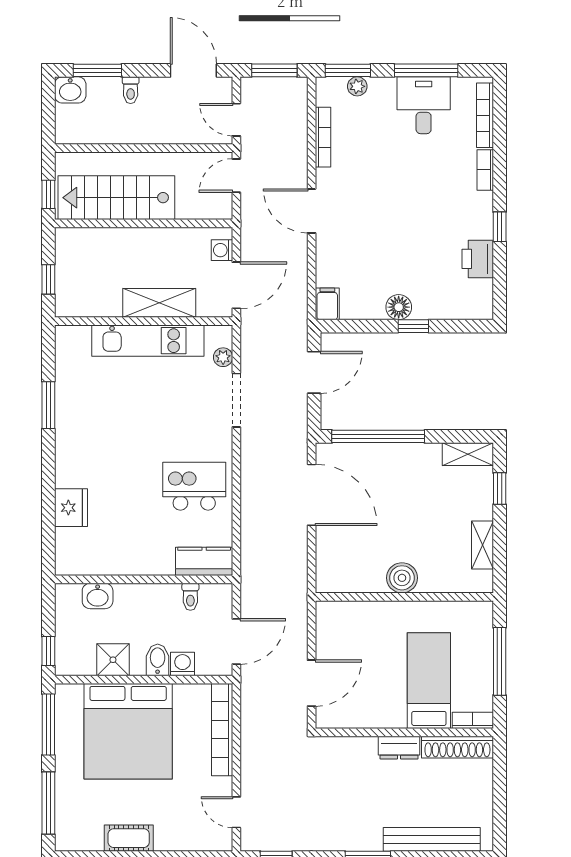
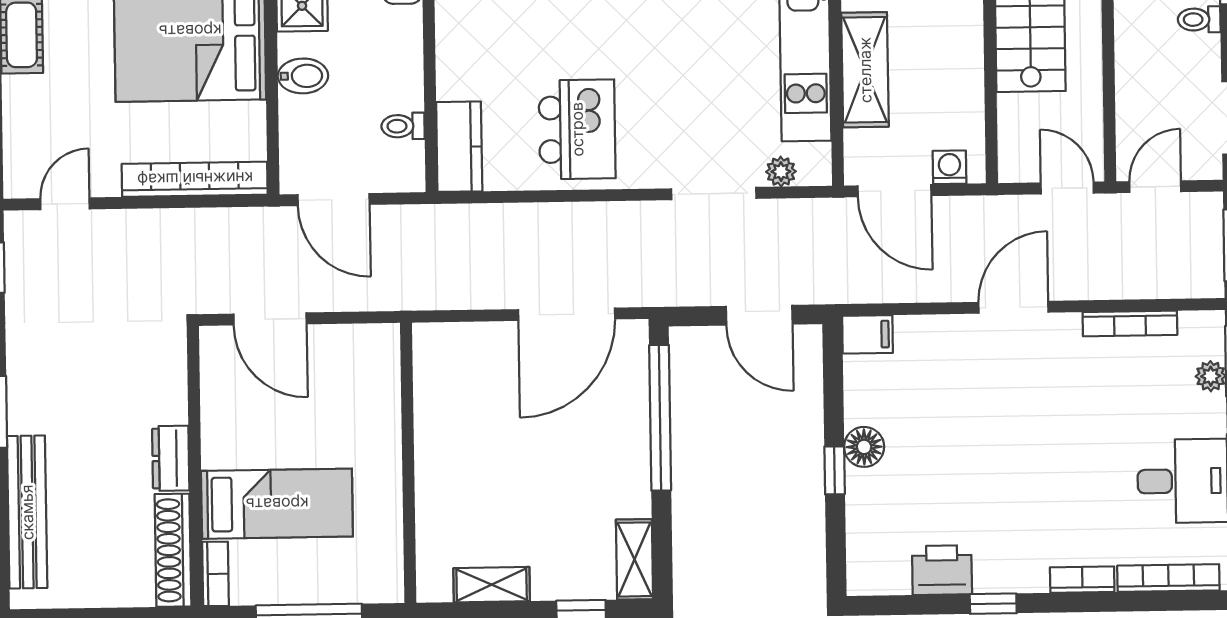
boiler: (402, 578) -> (438, 459), removed
washing machine: (183, 664) -> (297, 115), removed

